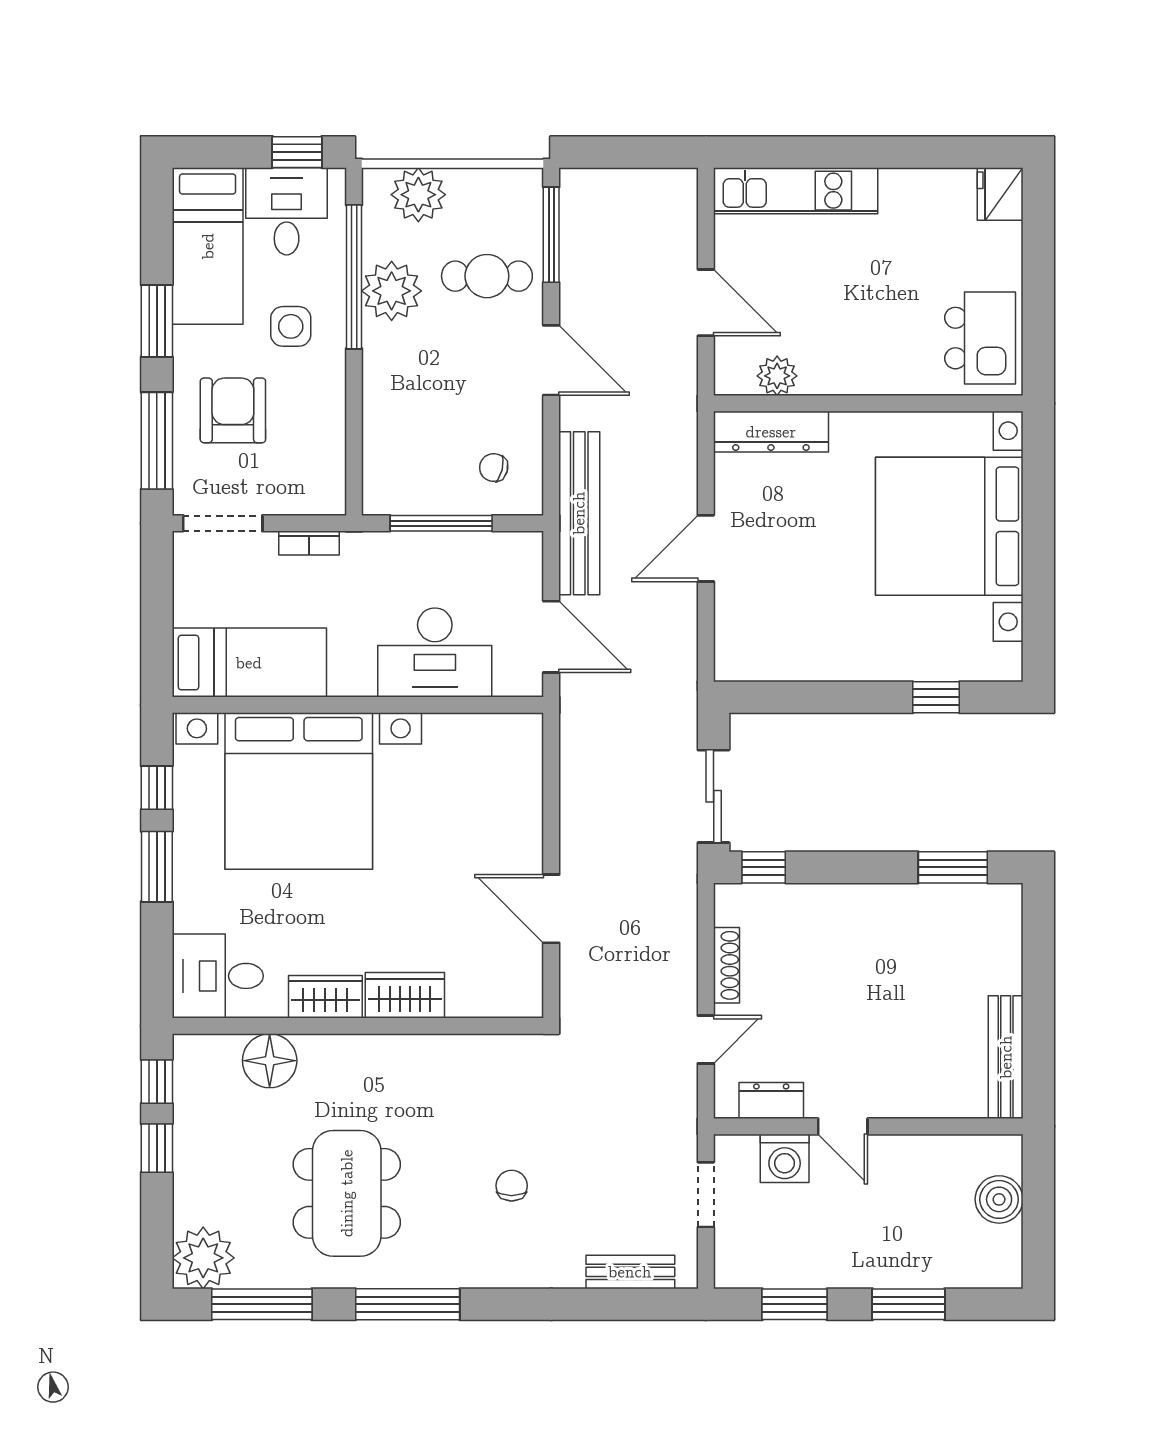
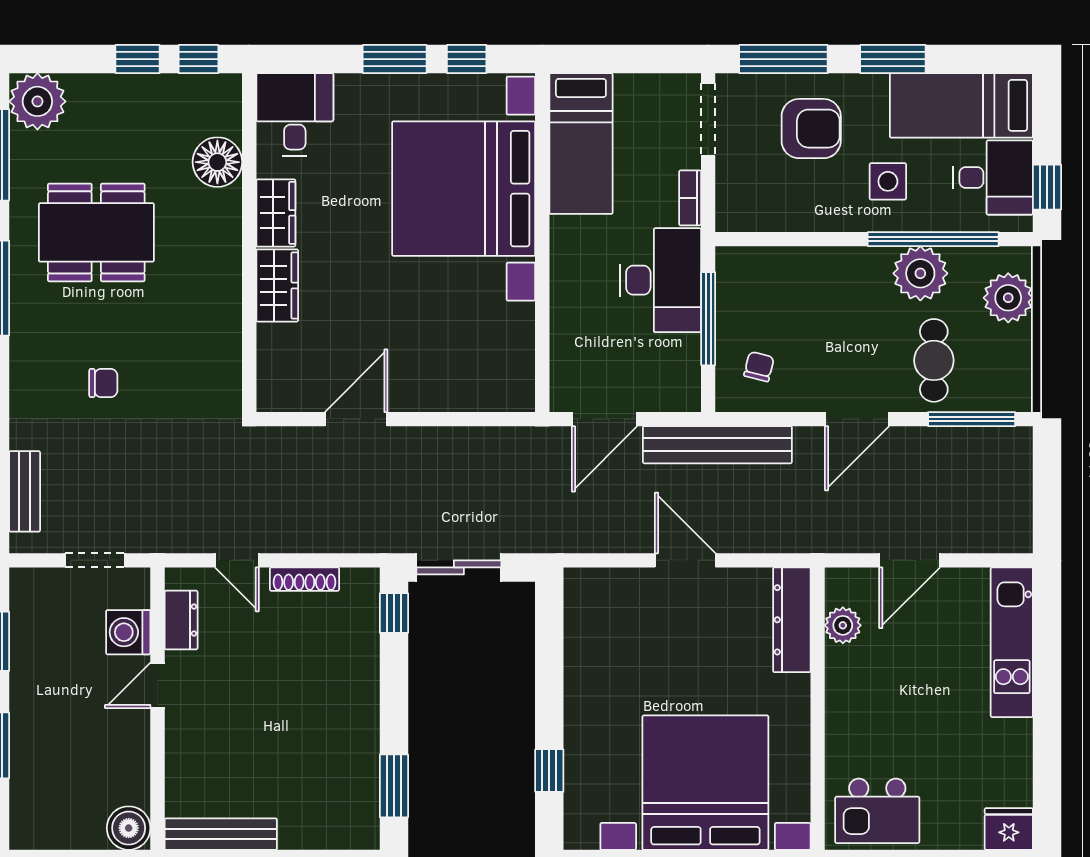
desk: (435, 653) -> (660, 280), moved, turned 180
boiler: (999, 1199) -> (129, 828), moved

